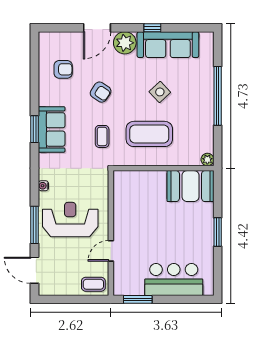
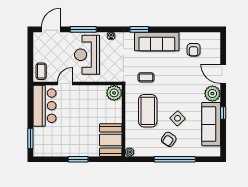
armchair: (101, 92) -> (169, 139), moved
window: (35, 129) -> (139, 29), moved
sofa: (52, 129) -> (157, 42), width x1.36
plant: (124, 181) -> (114, 93), added
reception desk: (70, 220) -> (87, 55), turned 180
door: (111, 251) -> (65, 84), hinge flipped
bar counter: (174, 279) -> (45, 106), moved
window: (138, 299) -> (30, 139), moved

